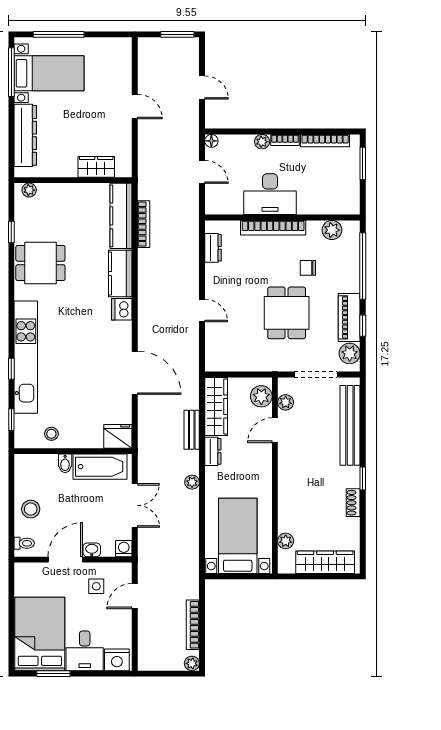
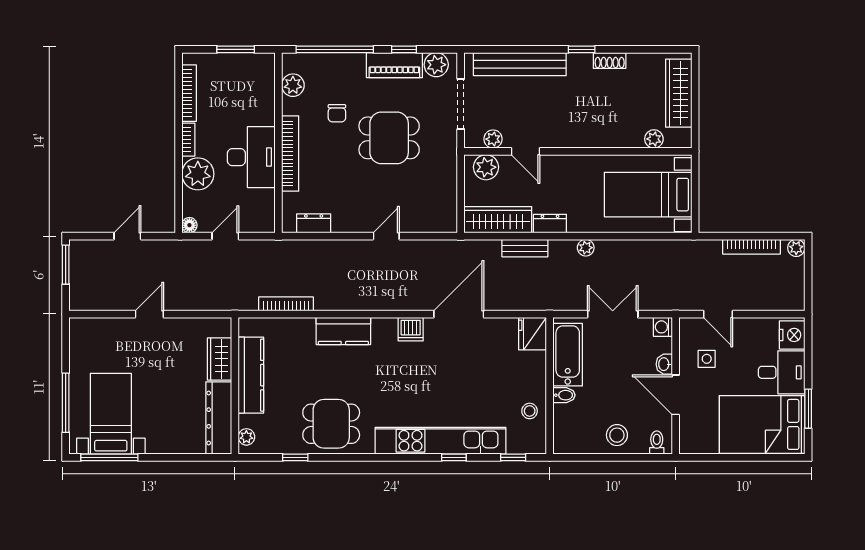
dresser: (25, 135) -> (219, 418), moved, turned -90
plant: (262, 142) -> (198, 174), width x1.88, depth x1.88
window: (363, 163) -> (236, 49), moved
kitchen counter: (121, 216) -> (251, 375), moved, turned -90
dining table: (40, 263) -> (331, 424), turned 90
dishwasher: (122, 309) -> (411, 329), moved

